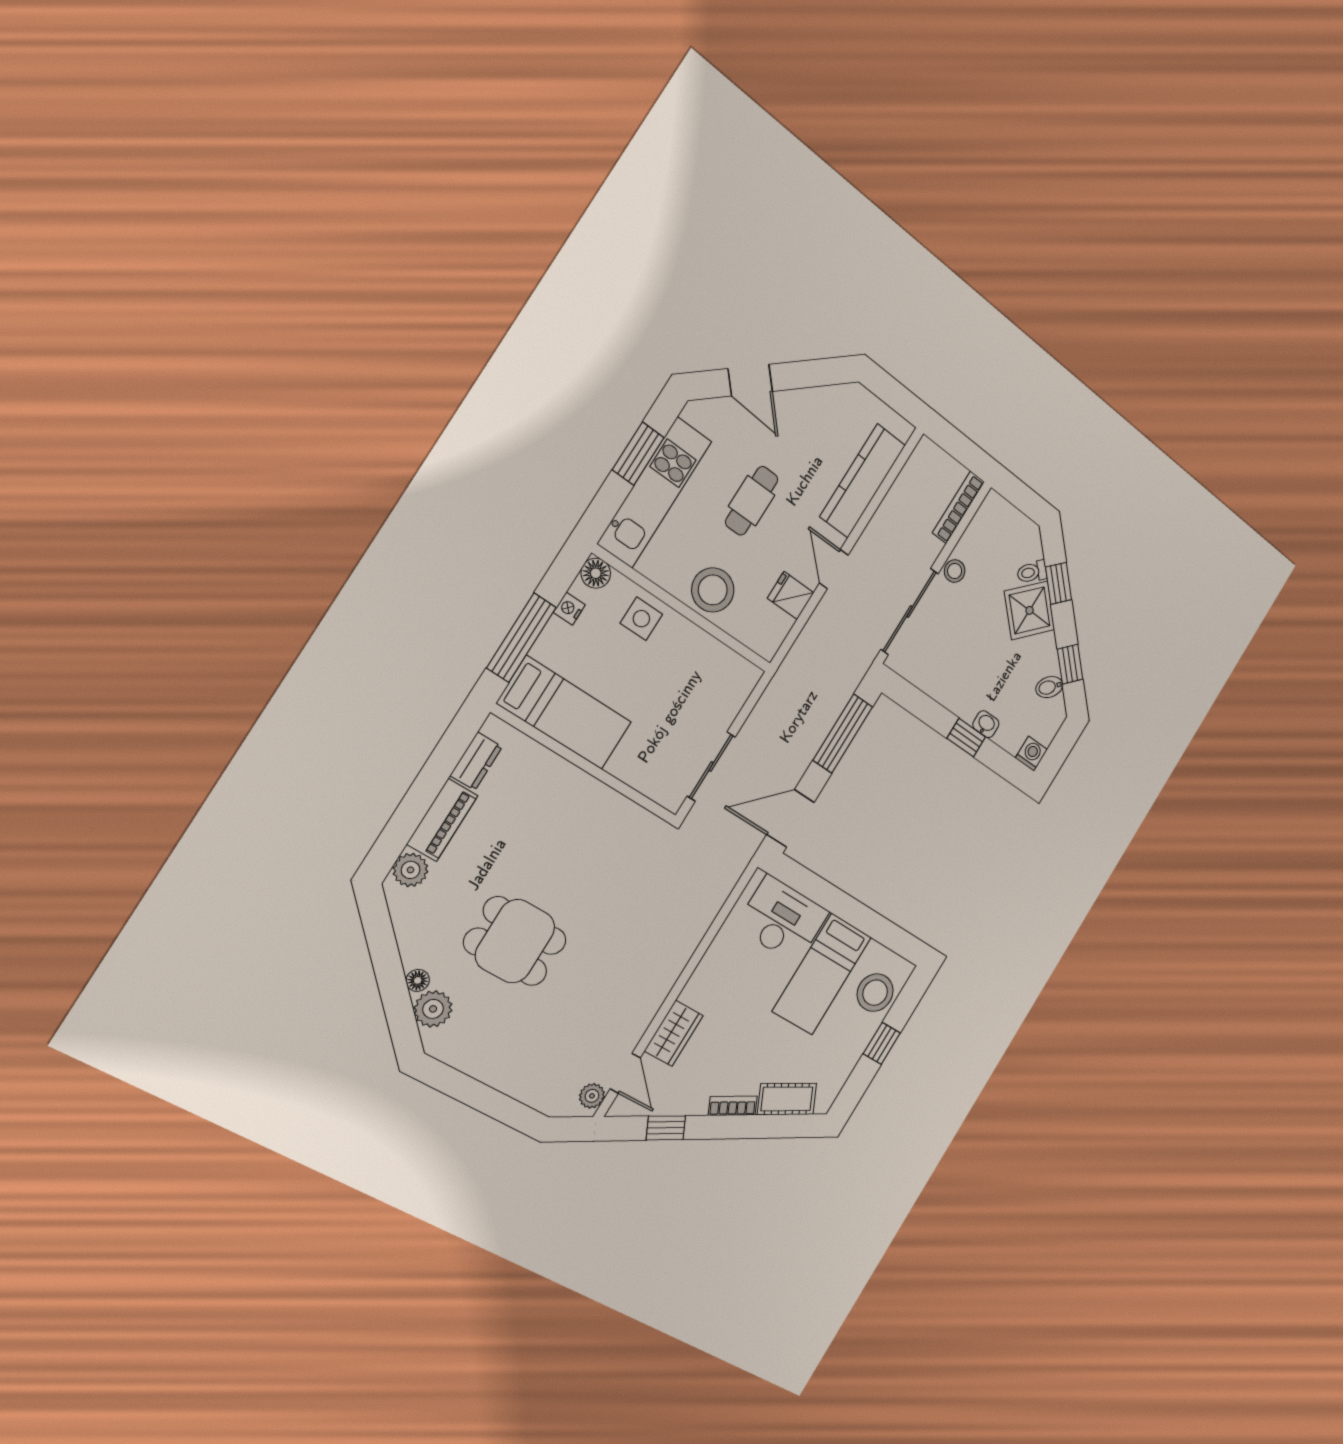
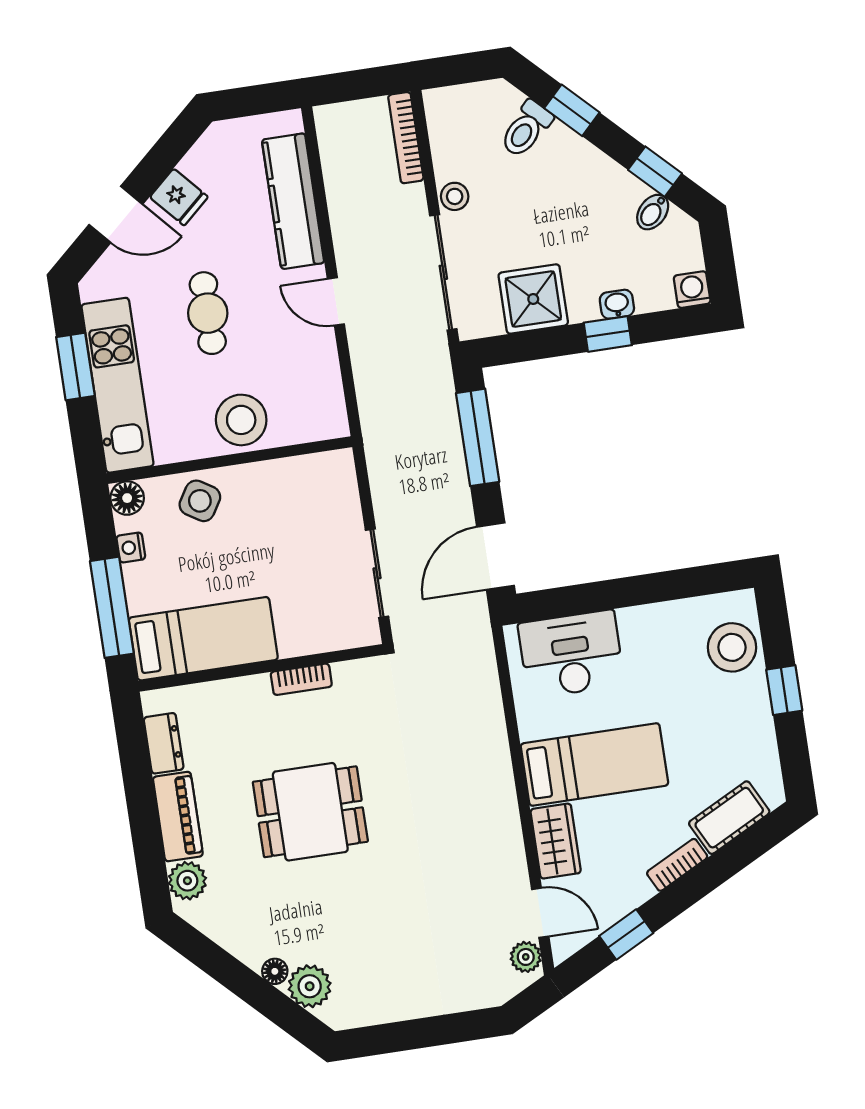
toilet: (1032, 572) -> (526, 129), width x1.37, depth x1.39
fridge: (791, 595) -> (179, 197), moved, turned -132
shower: (1030, 610) -> (533, 299), moved, turned 45
side table: (641, 619) -> (200, 501), turned 32
bookcase: (605, 795) -> (301, 679), added
dining table: (515, 941) -> (310, 812), moved
bed: (822, 974) -> (594, 765), moved, turned -90

